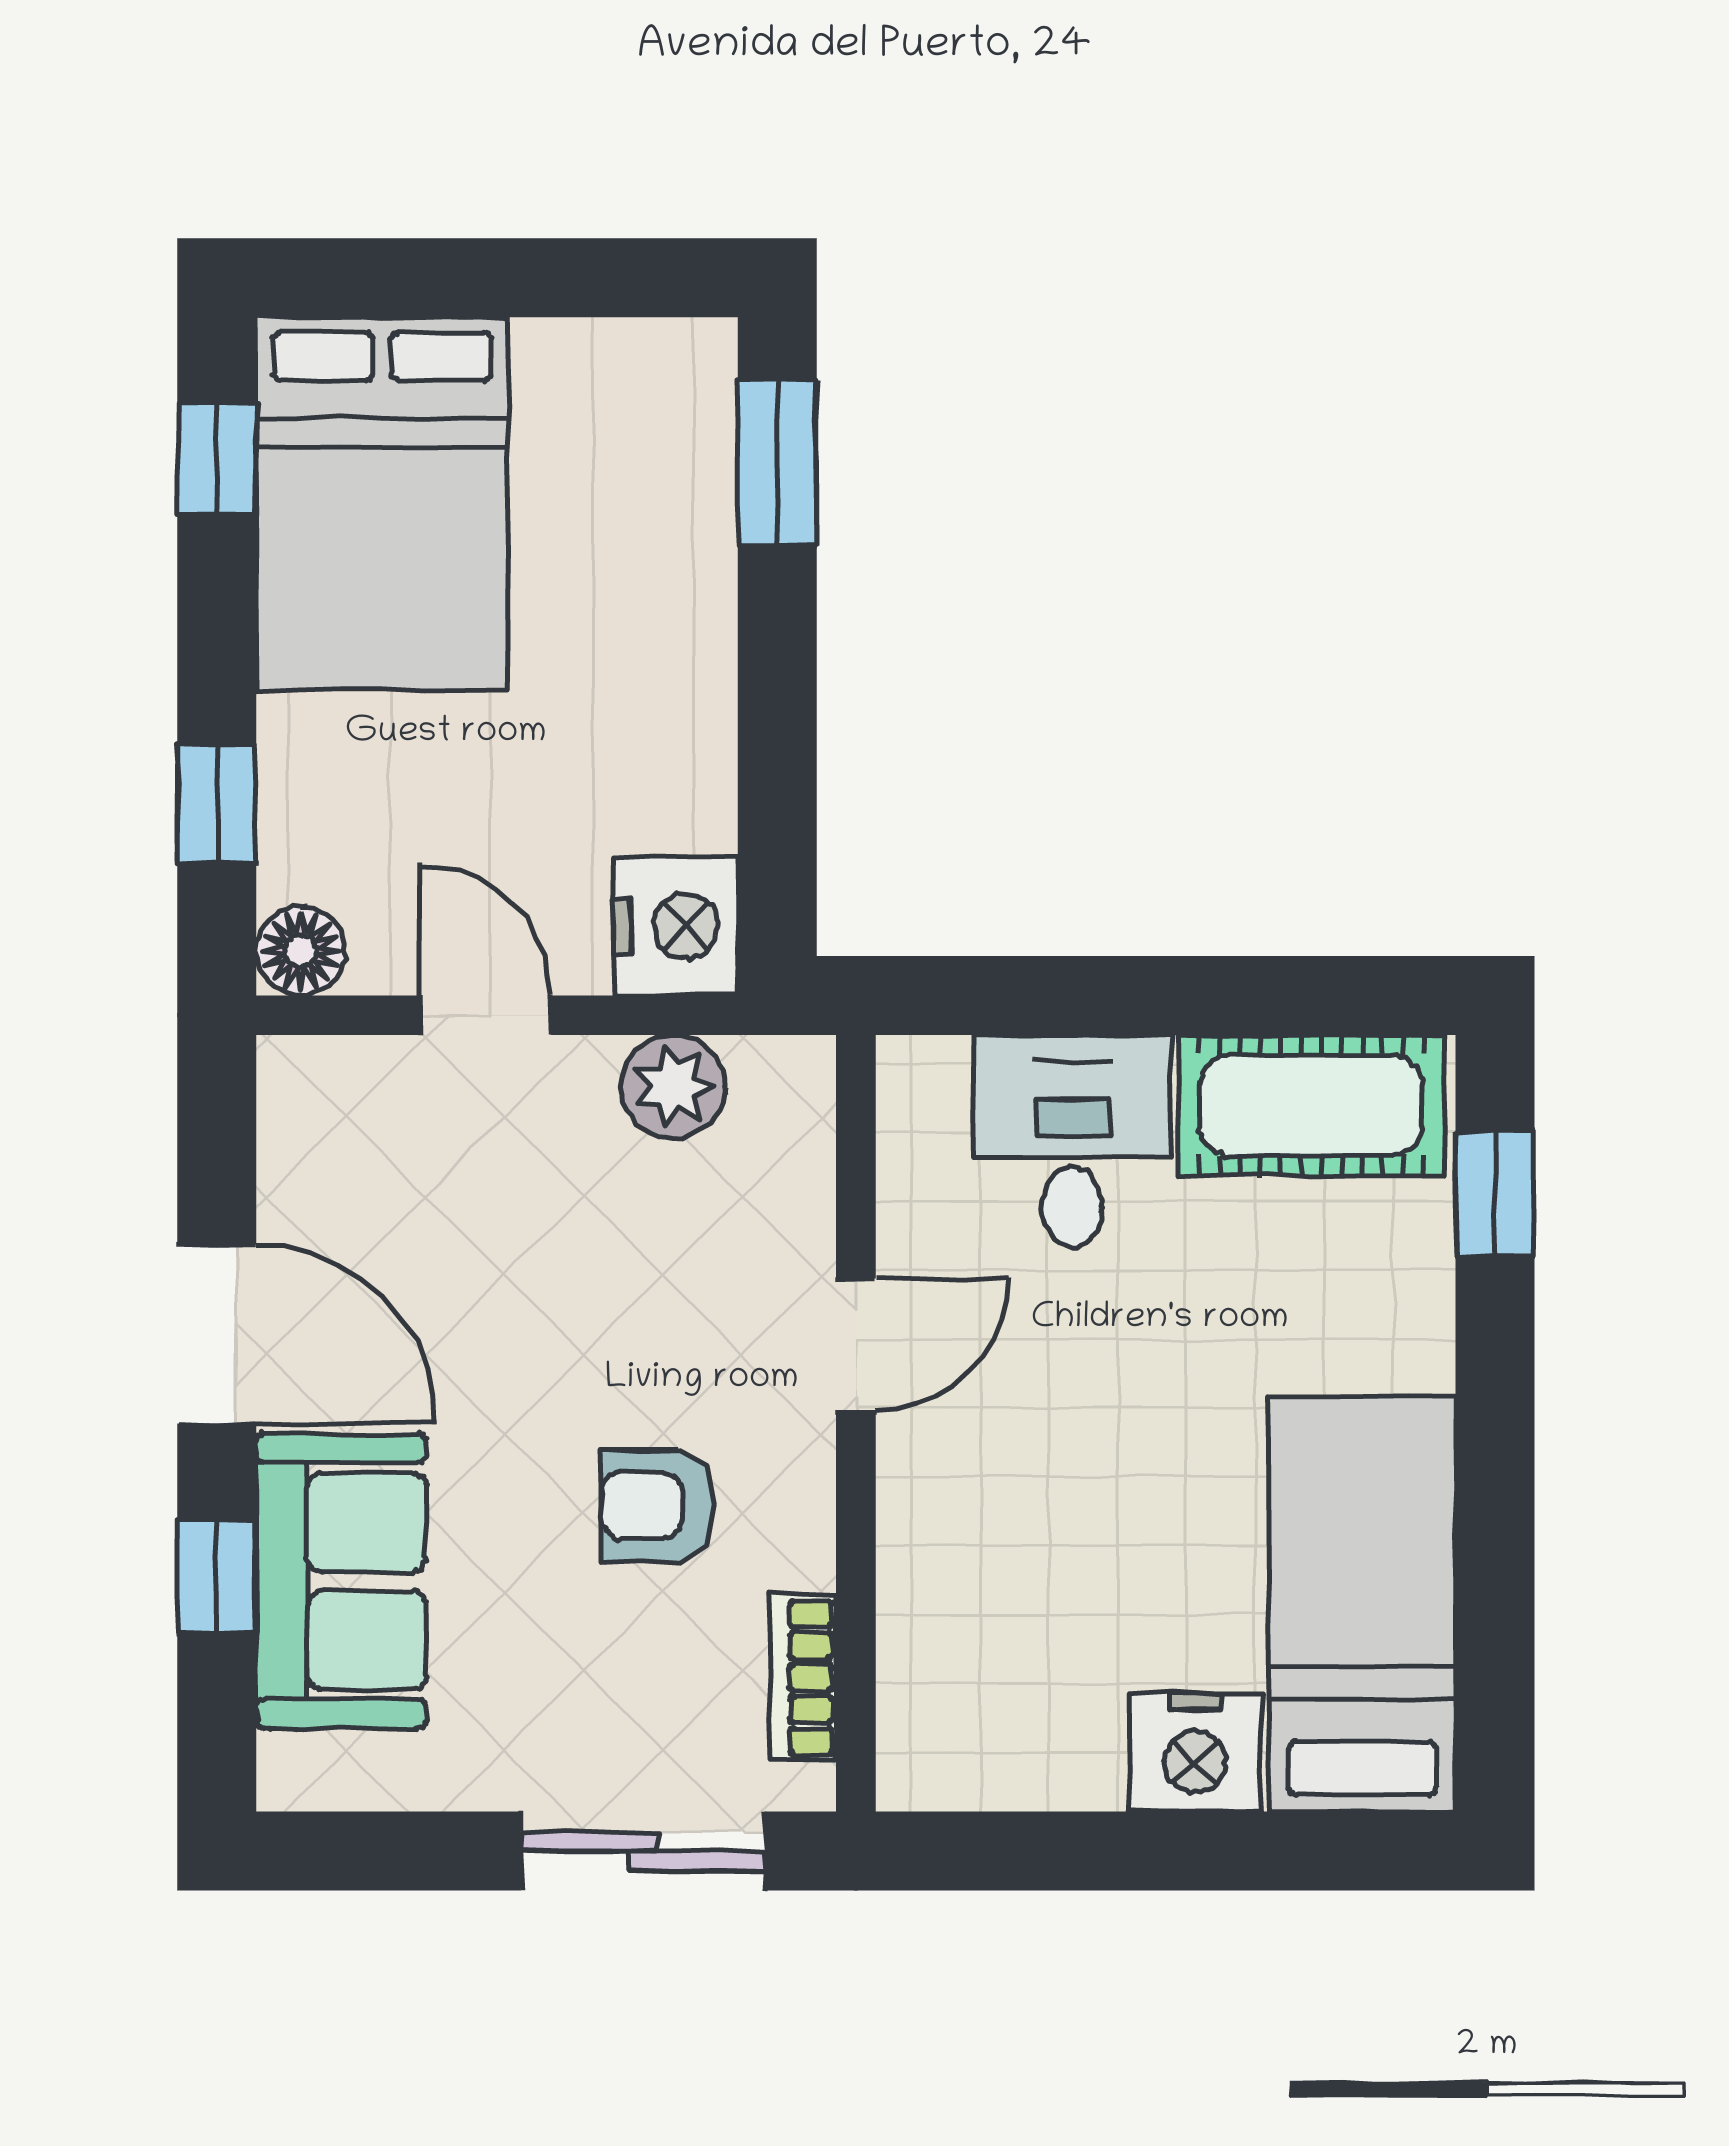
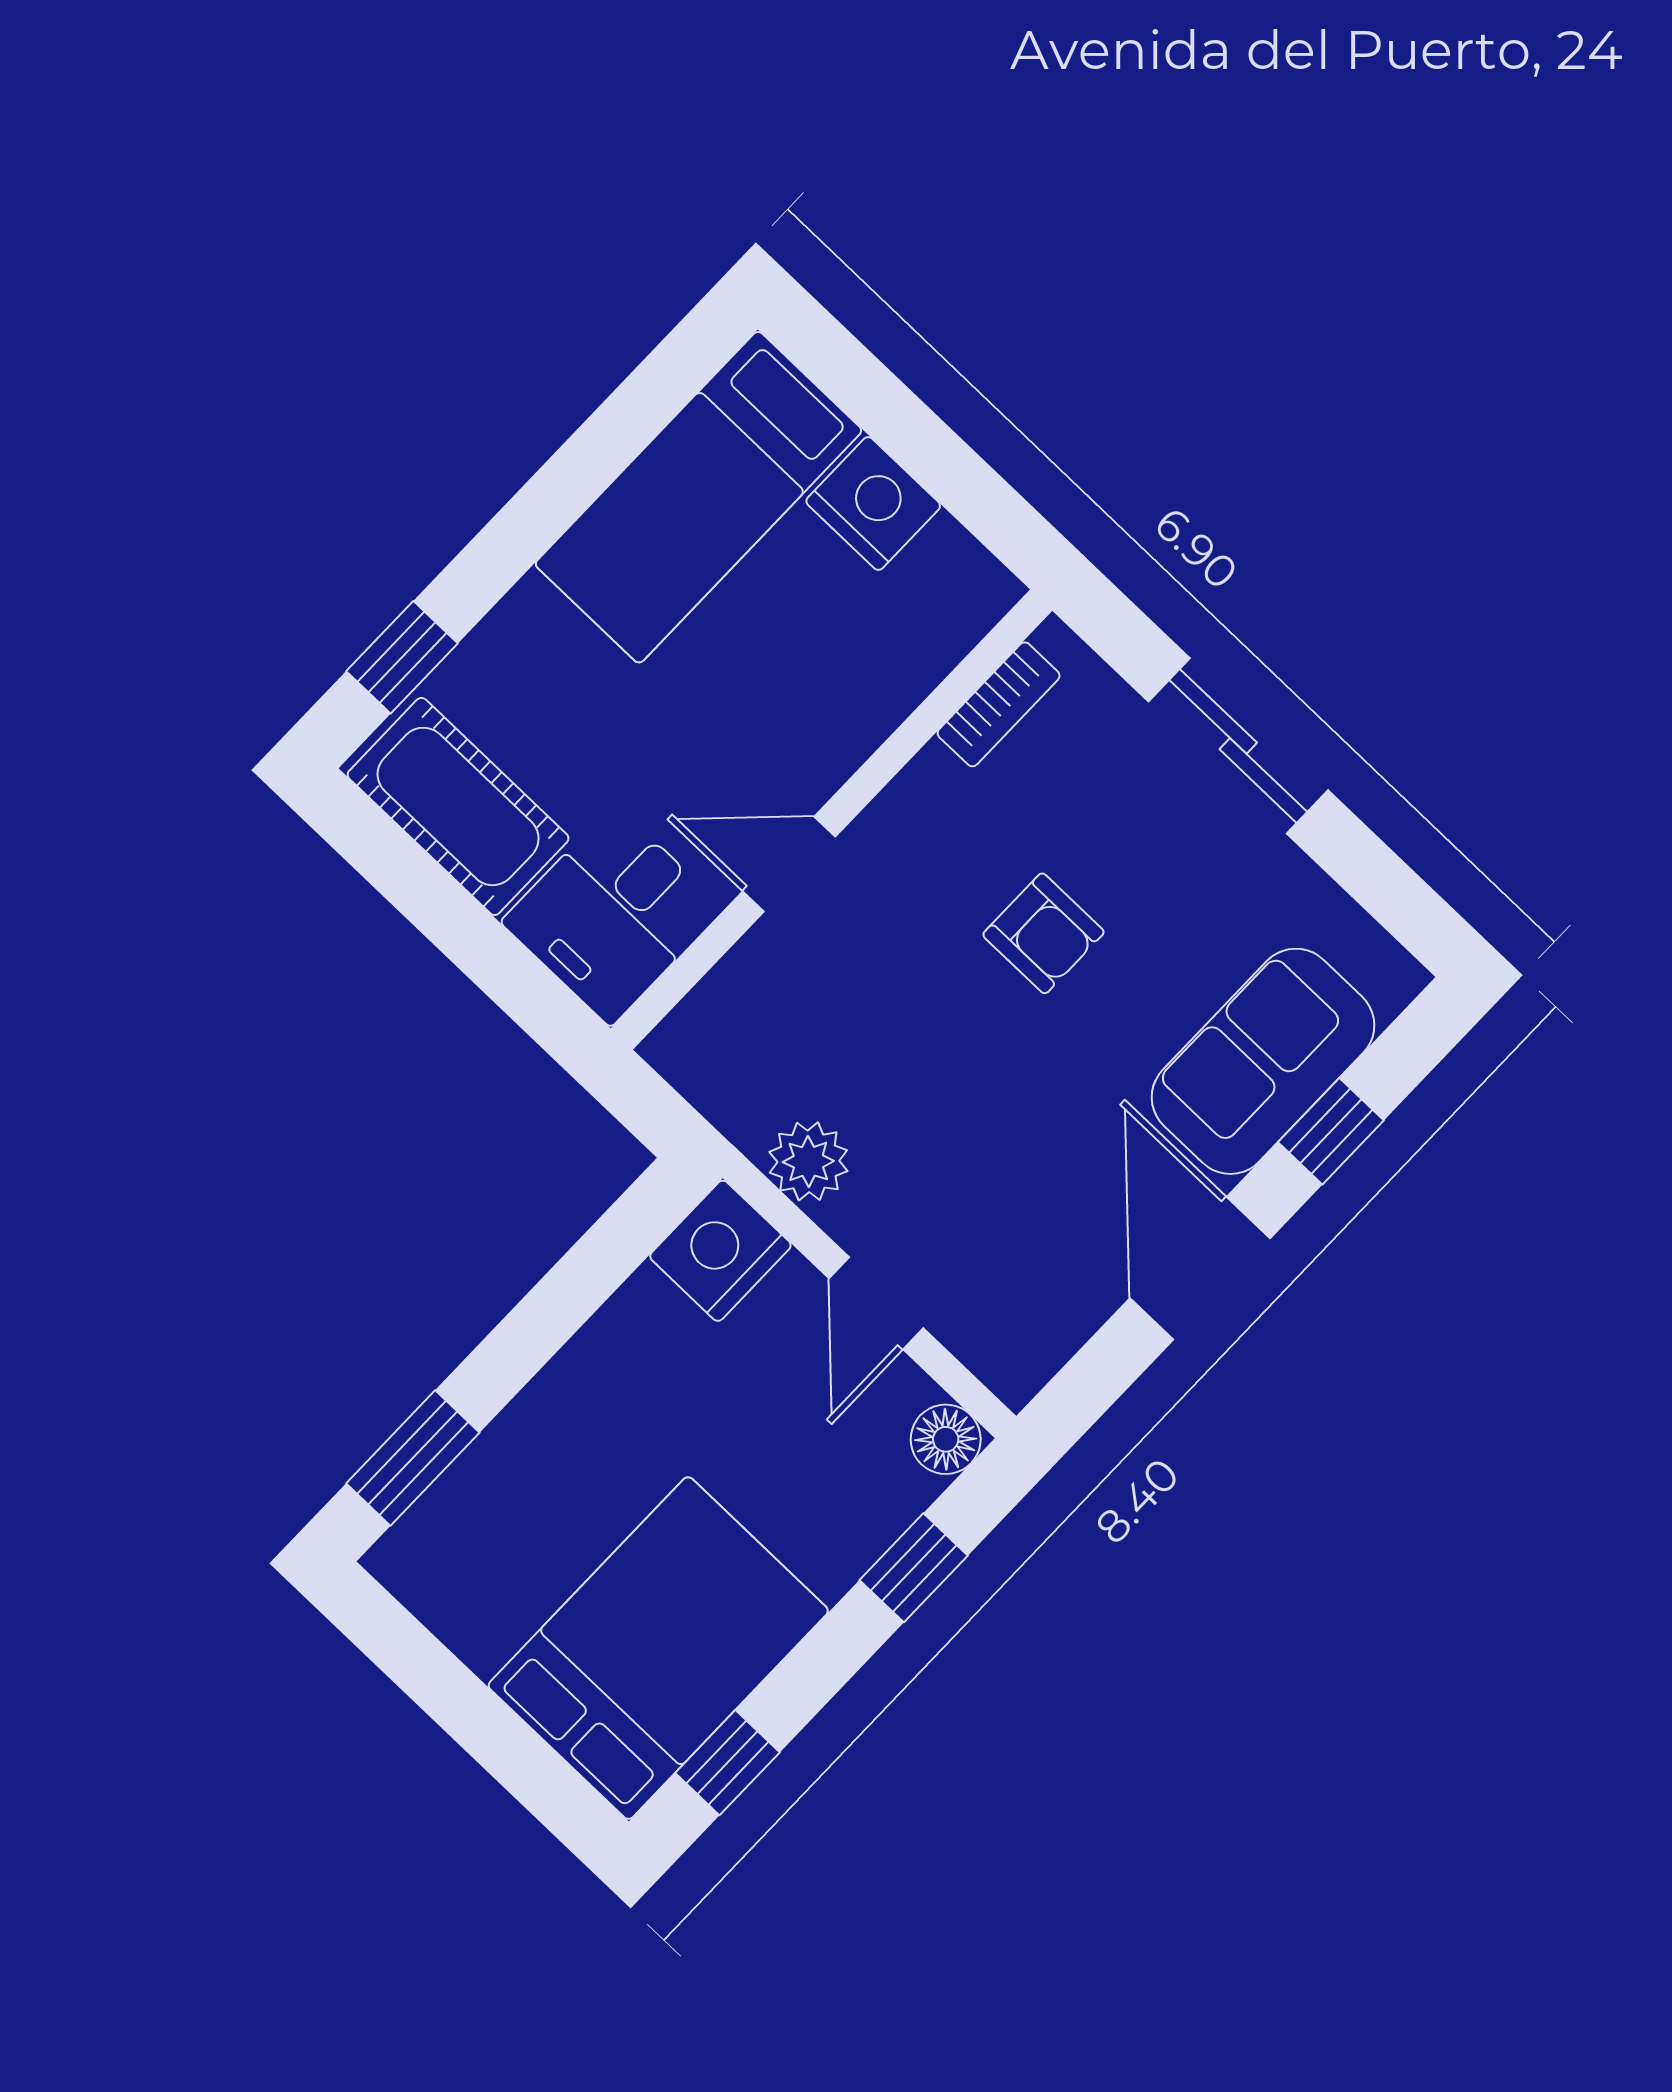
door: (856, 1345) -> (789, 864), moved
wall: (856, 1423) -> (831, 820), moved
bookcase: (803, 1677) -> (999, 704), moved

